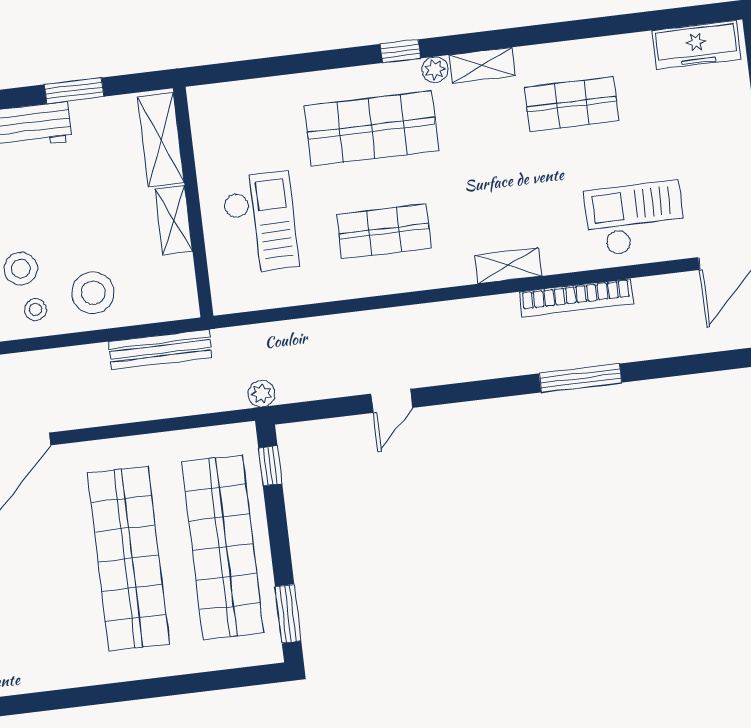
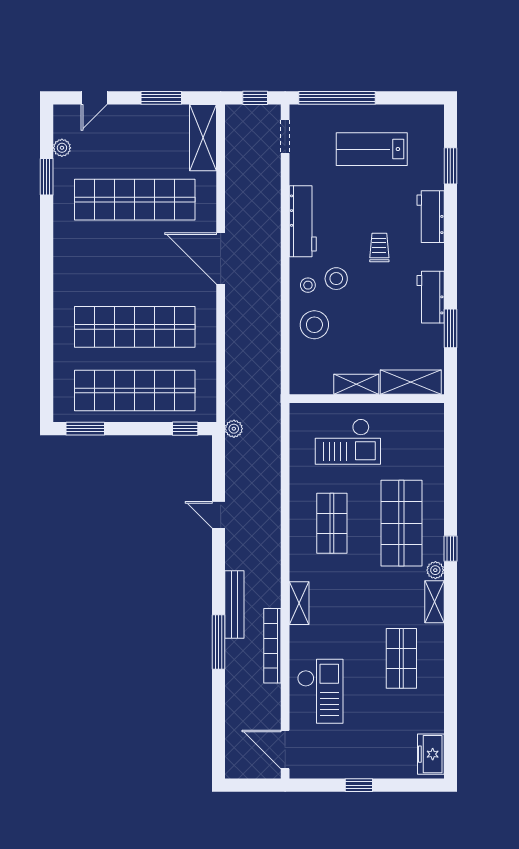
freezer: (696, 45) -> (431, 754), width x0.71
bench: (160, 349) -> (234, 605), moved

